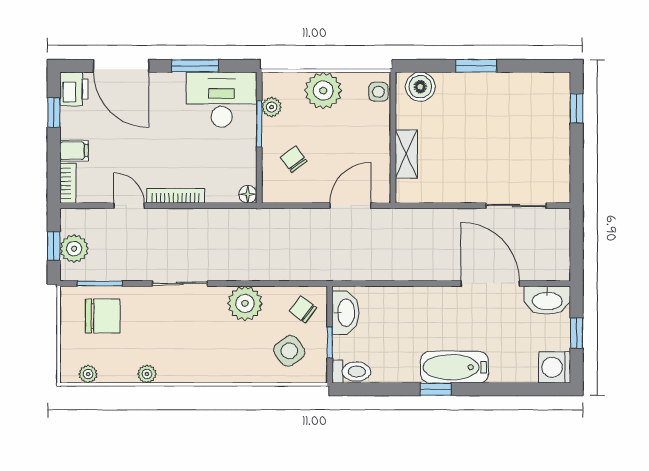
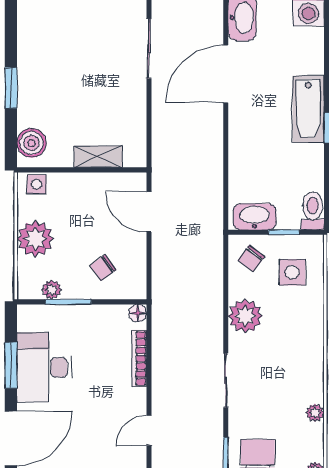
desk: (222, 100) -> (44, 367), moved
bookcase: (176, 196) -> (139, 358), moved
side table: (289, 351) -> (292, 272), turned 36

